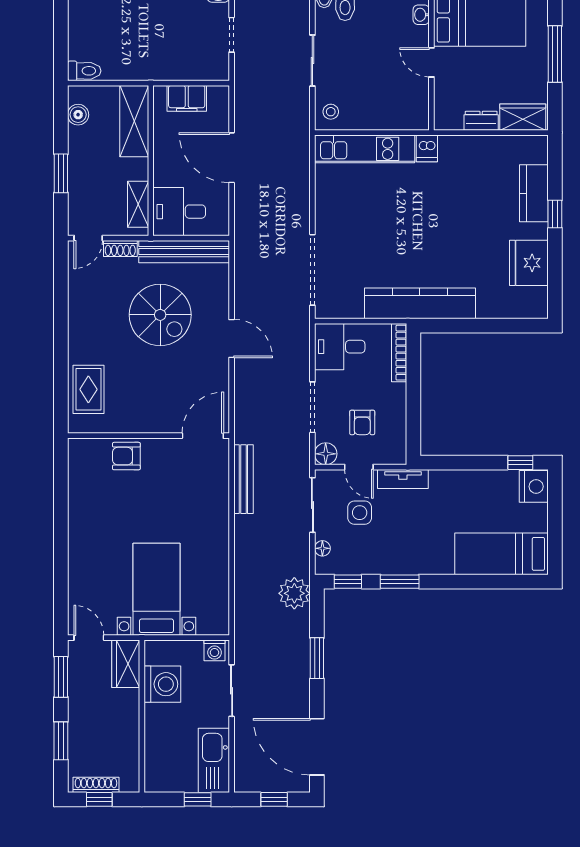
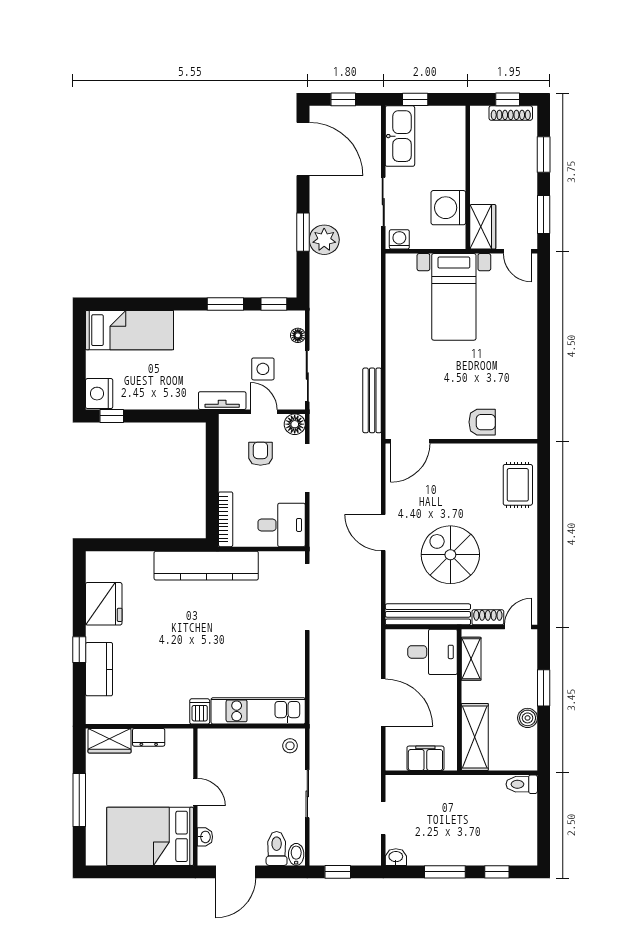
boiler: (78, 115) -> (528, 718), moved
plant: (294, 593) -> (324, 240), moved

